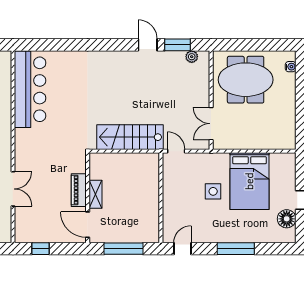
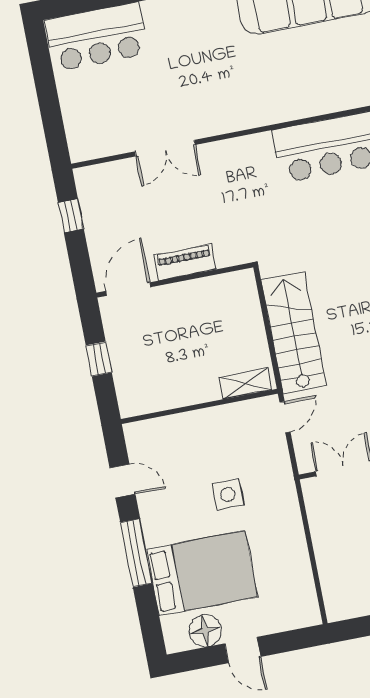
bed: (249, 181) -> (202, 573), moved, turned 180
shelving: (95, 194) -> (245, 384), moved
window: (123, 249) -> (99, 359), width x0.46
door: (182, 249) -> (122, 481), moved

